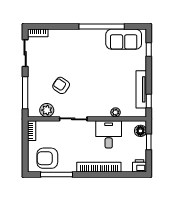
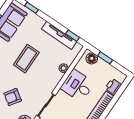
coffee table: (102, 75) -> (26, 59), added
printer: (139, 166) -> (113, 87), moved

